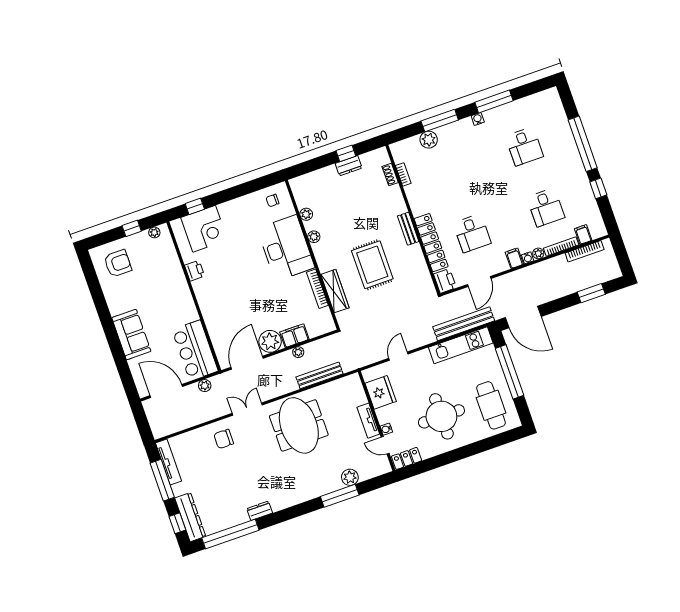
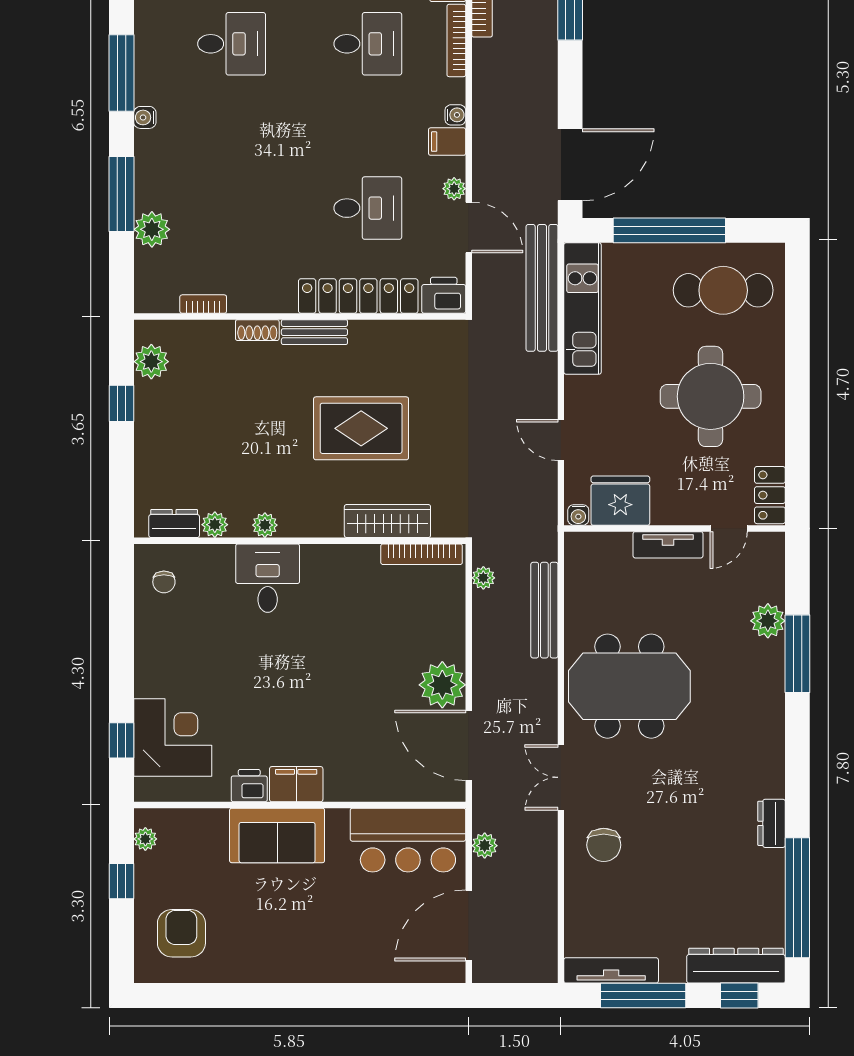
plant: (369, 160) -> (151, 362), added
dresser: (349, 166) -> (174, 523), moved, turned -90
shoe rack: (390, 174) -> (257, 330), moved
desk: (286, 248) -> (268, 578), width x0.53, depth x0.77
plant: (538, 253) -> (454, 189), moved
bookcase: (317, 289) -> (422, 554), moved
sofa: (131, 335) -> (277, 835), moved, turned 180
filing cabinet: (294, 336) -> (296, 784), moved, turned 90
plant: (298, 352) -> (483, 578), moved
water cooler: (386, 429) -> (578, 515), moved

